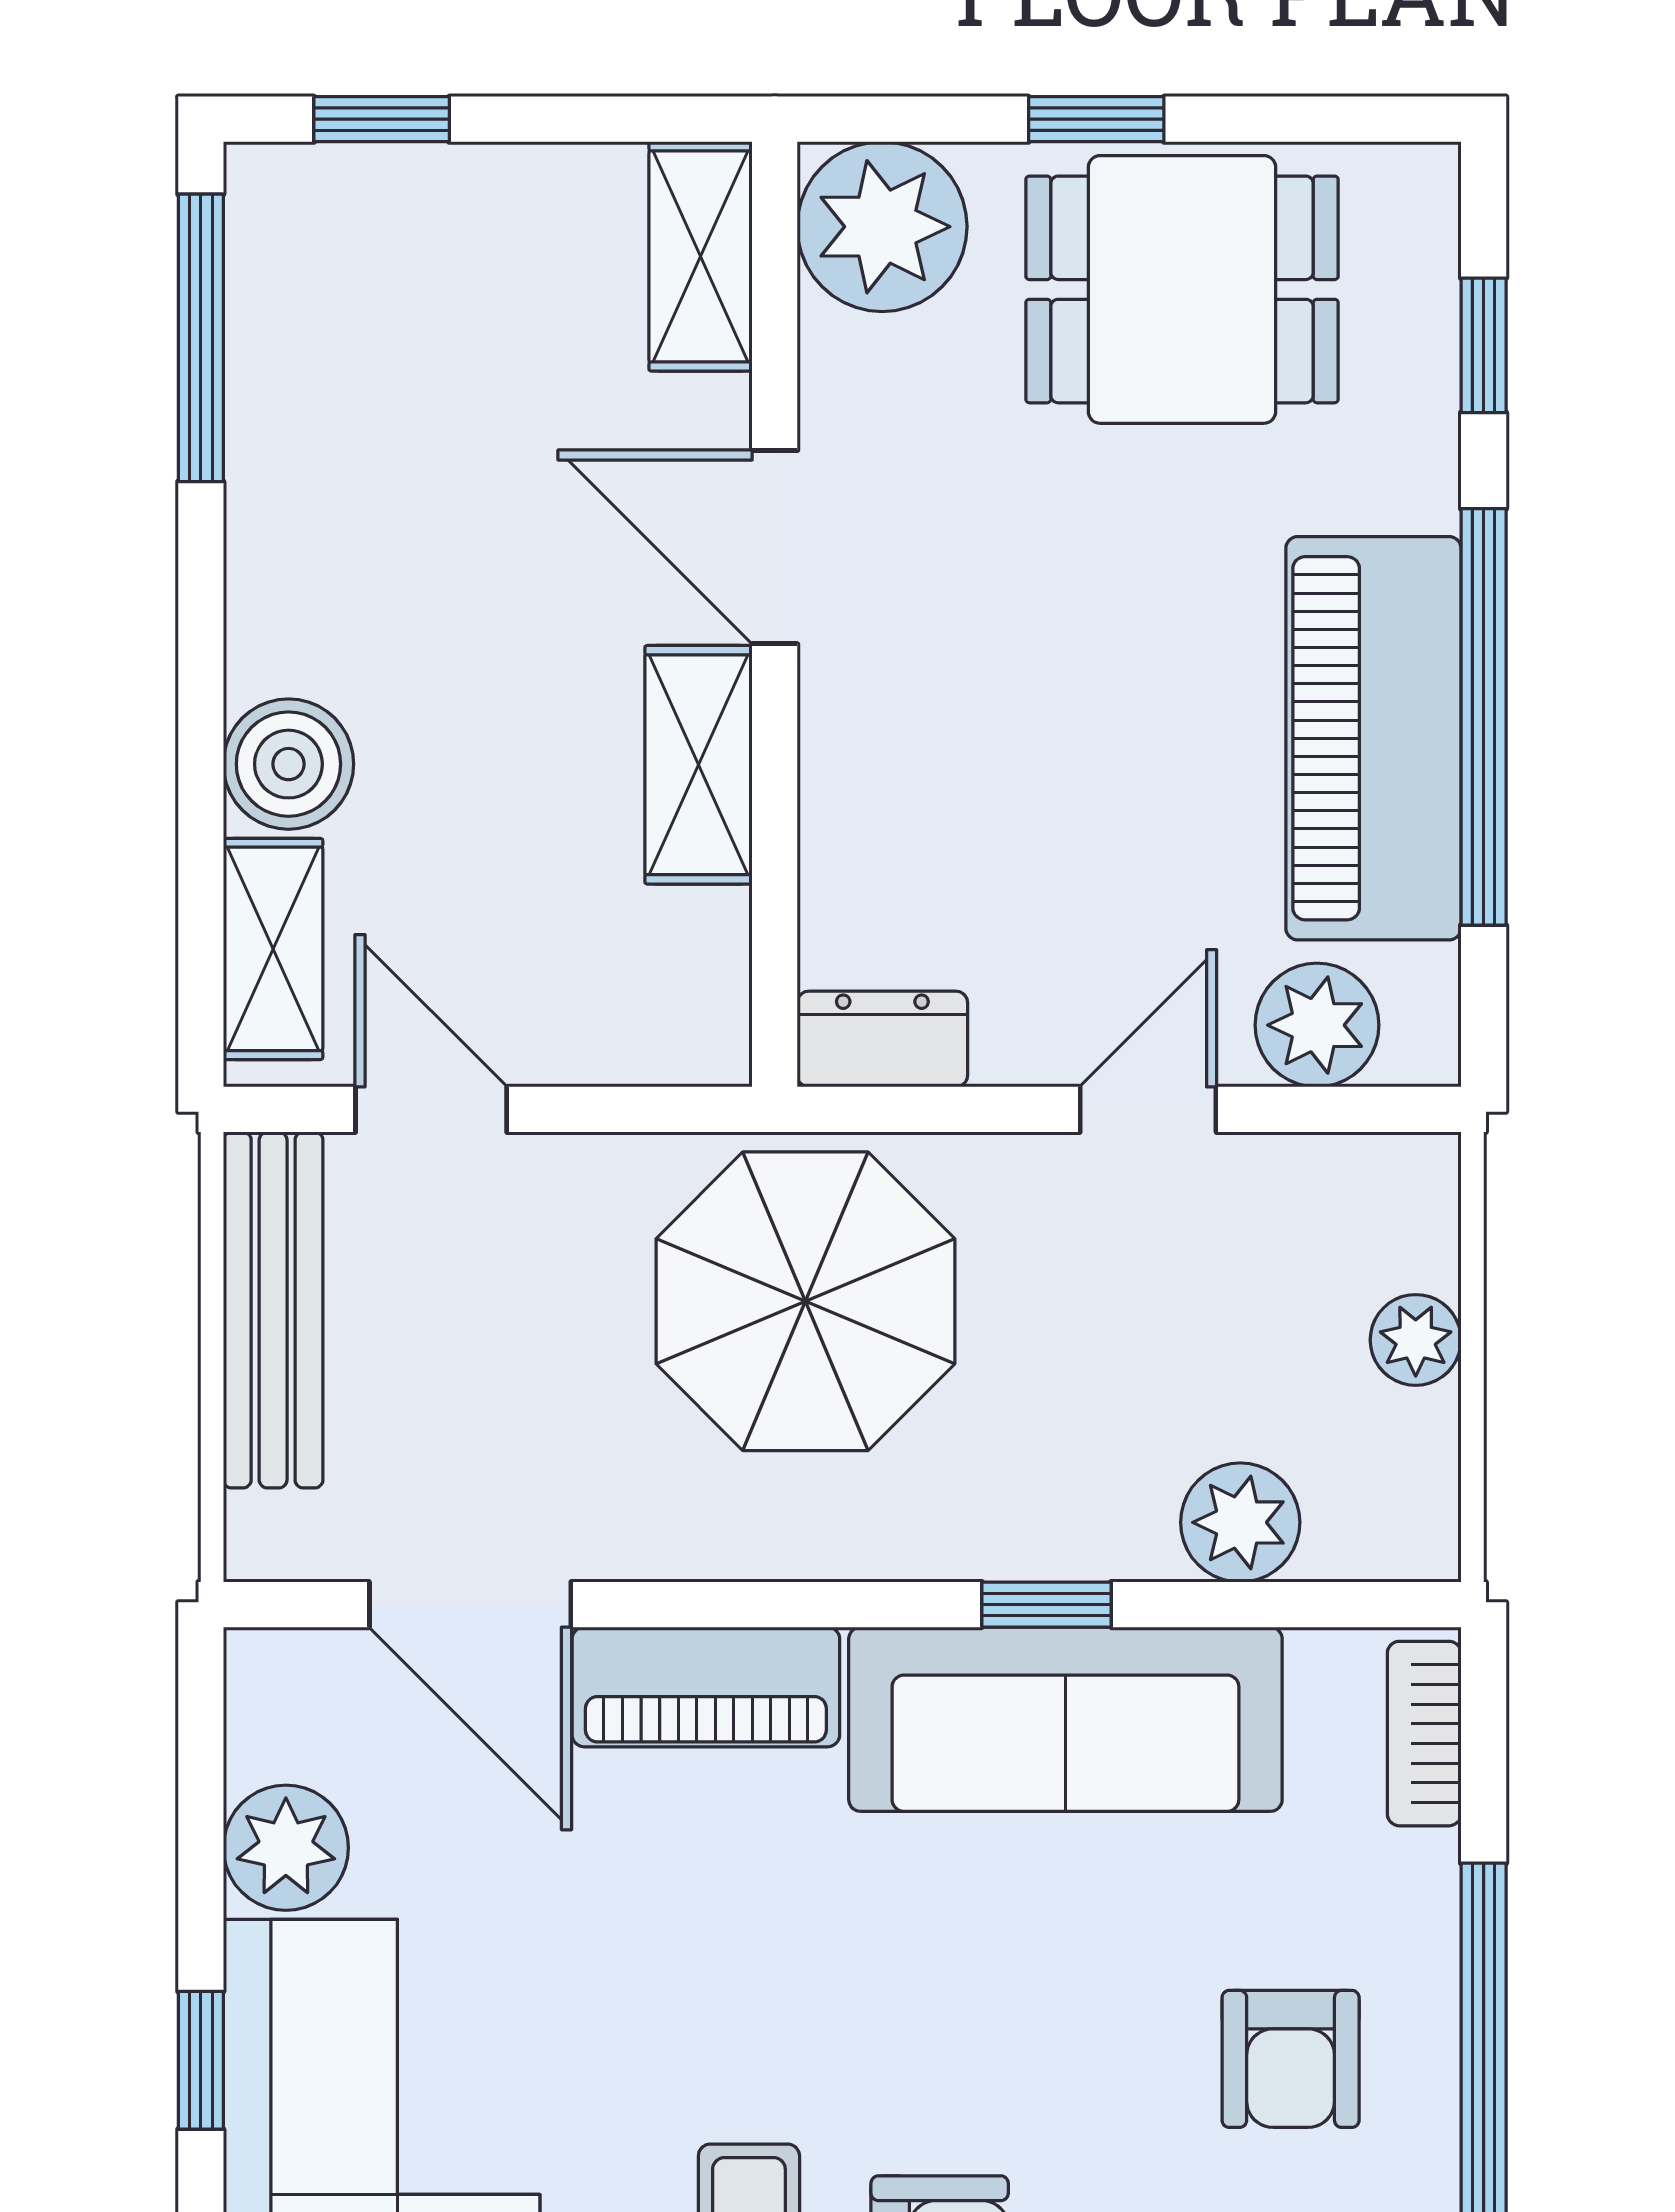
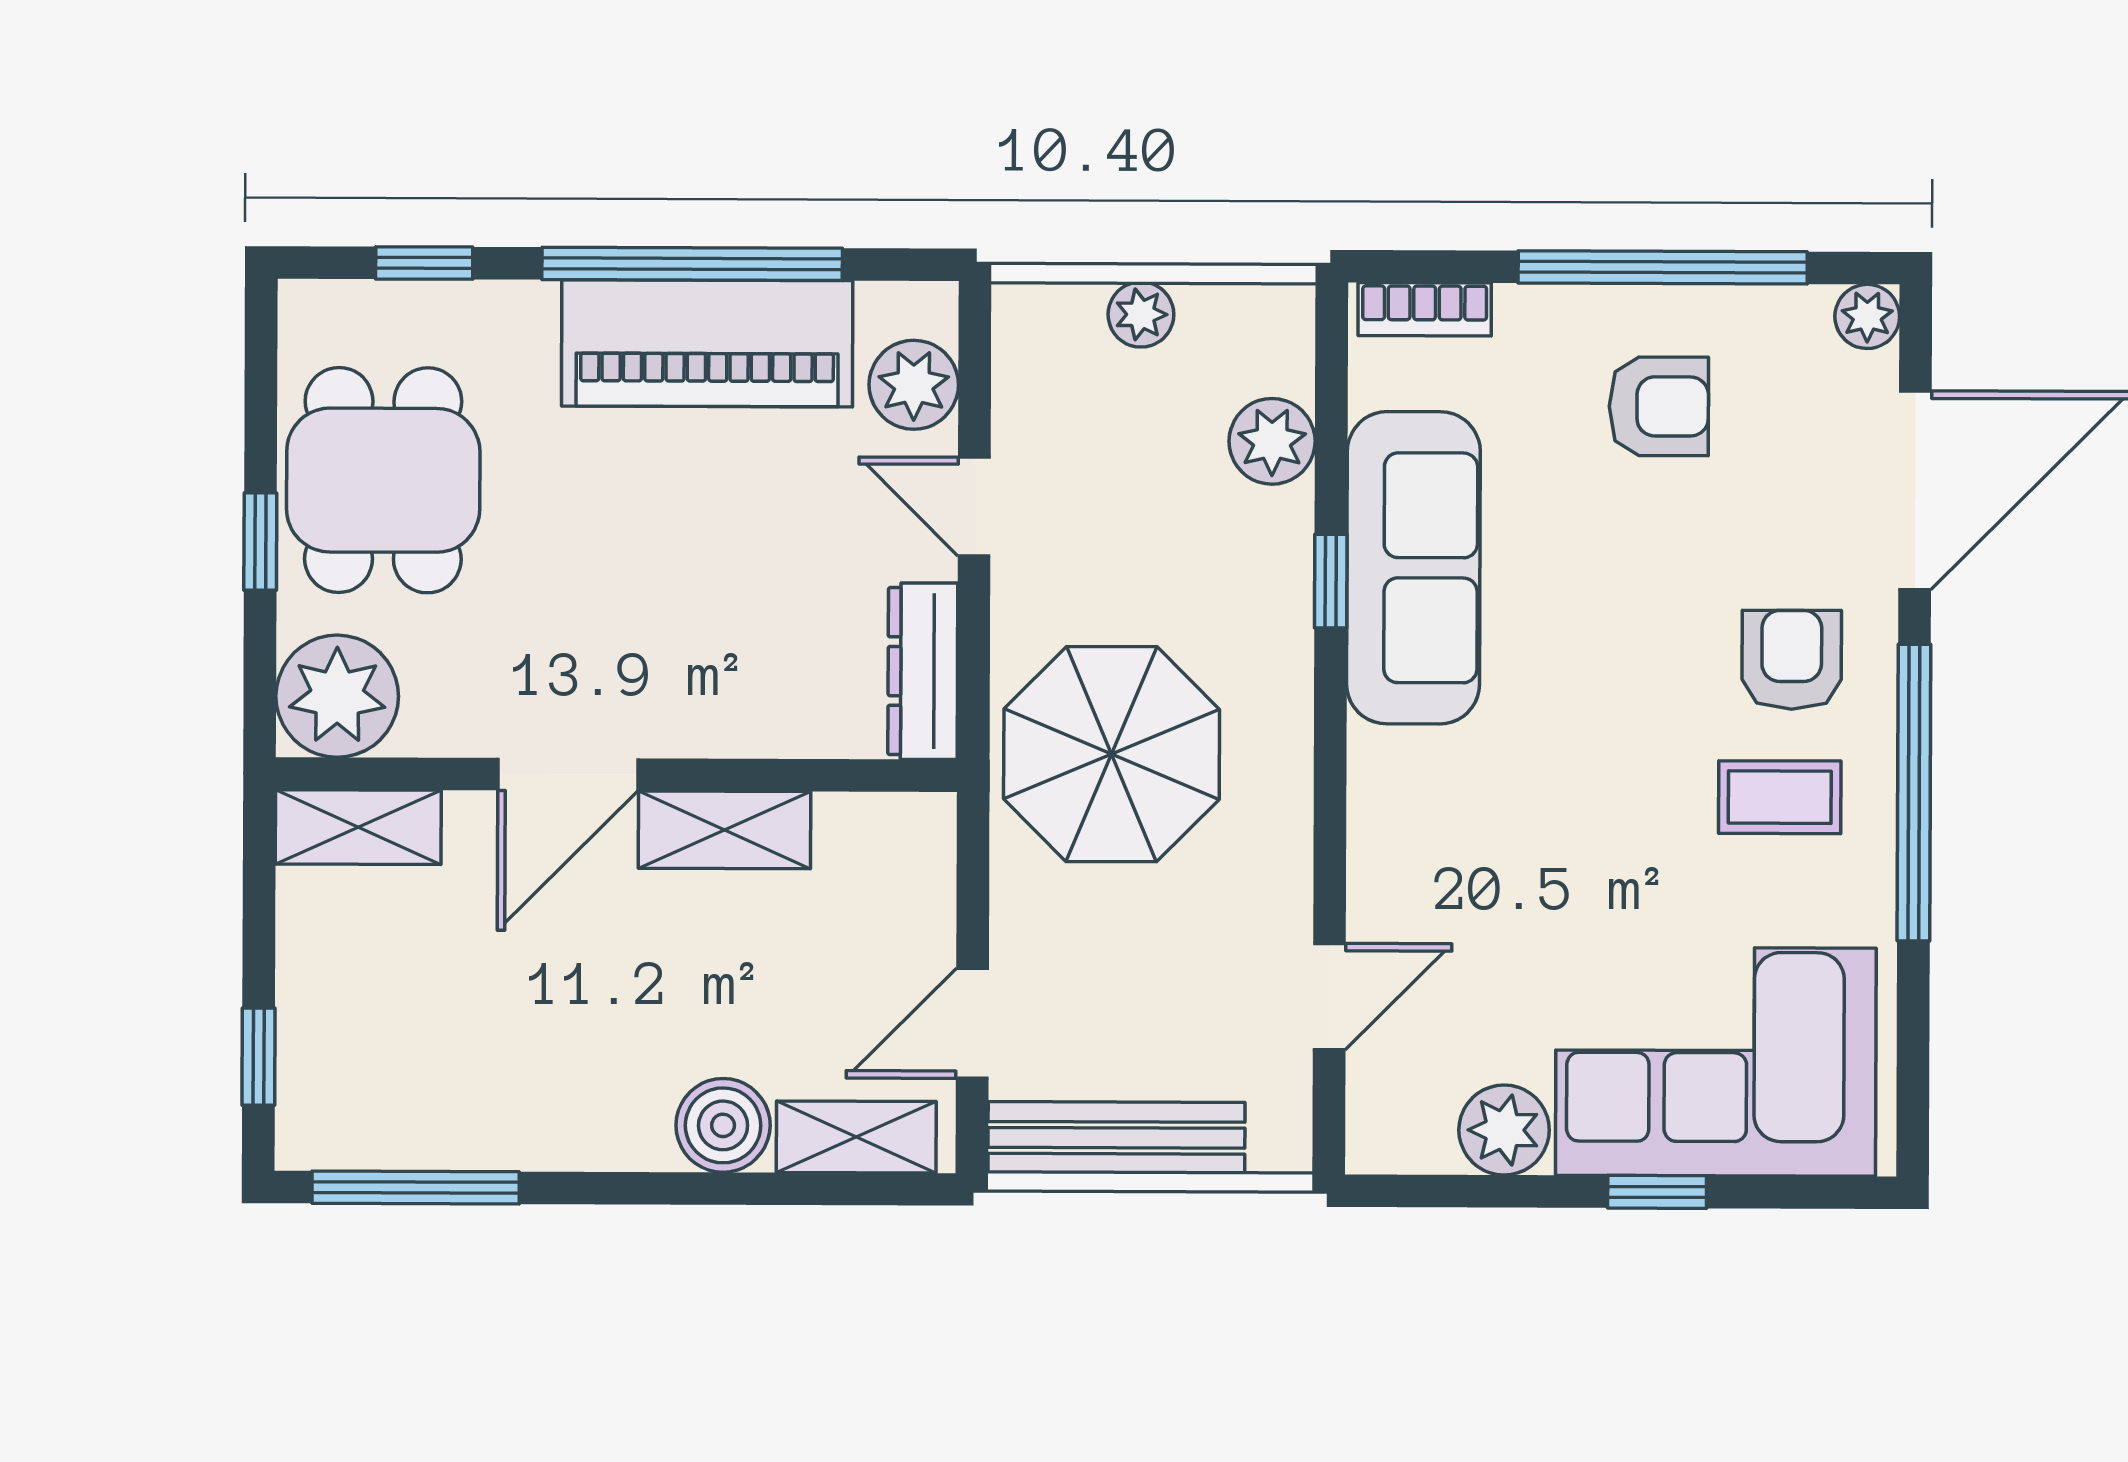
dresser: (882, 1039) -> (923, 671), width x1.44
door: (470, 1605) -> (1329, 997), width x0.73
piano: (706, 1687) -> (1389, 827), removed

